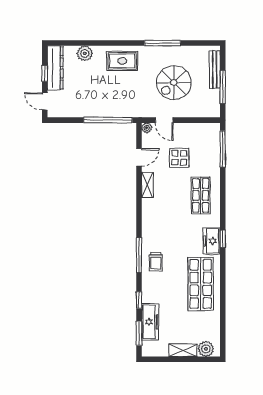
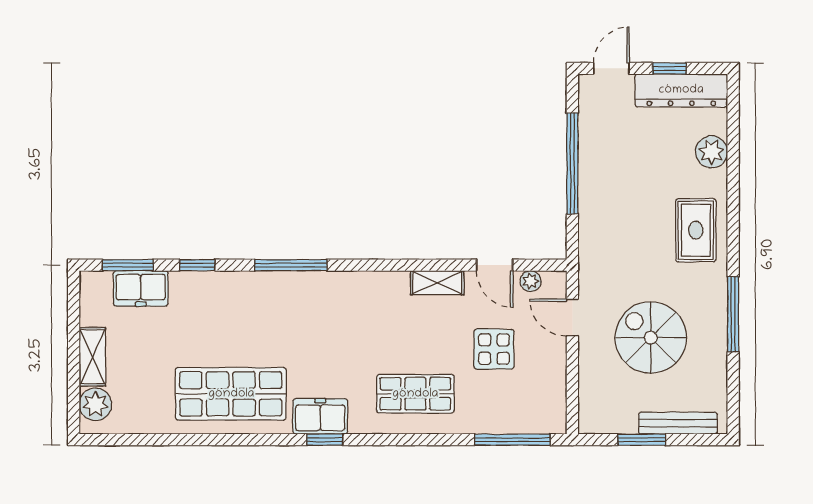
window: (223, 87) -> (642, 440), width x0.69
window: (108, 120) -> (572, 163), moved
door: (164, 120) -> (572, 318), hinge flipped
plant: (147, 128) -> (531, 281), moved
trolley: (156, 262) -> (277, 300), removed
freezer: (150, 322) -> (141, 288), width x0.71

